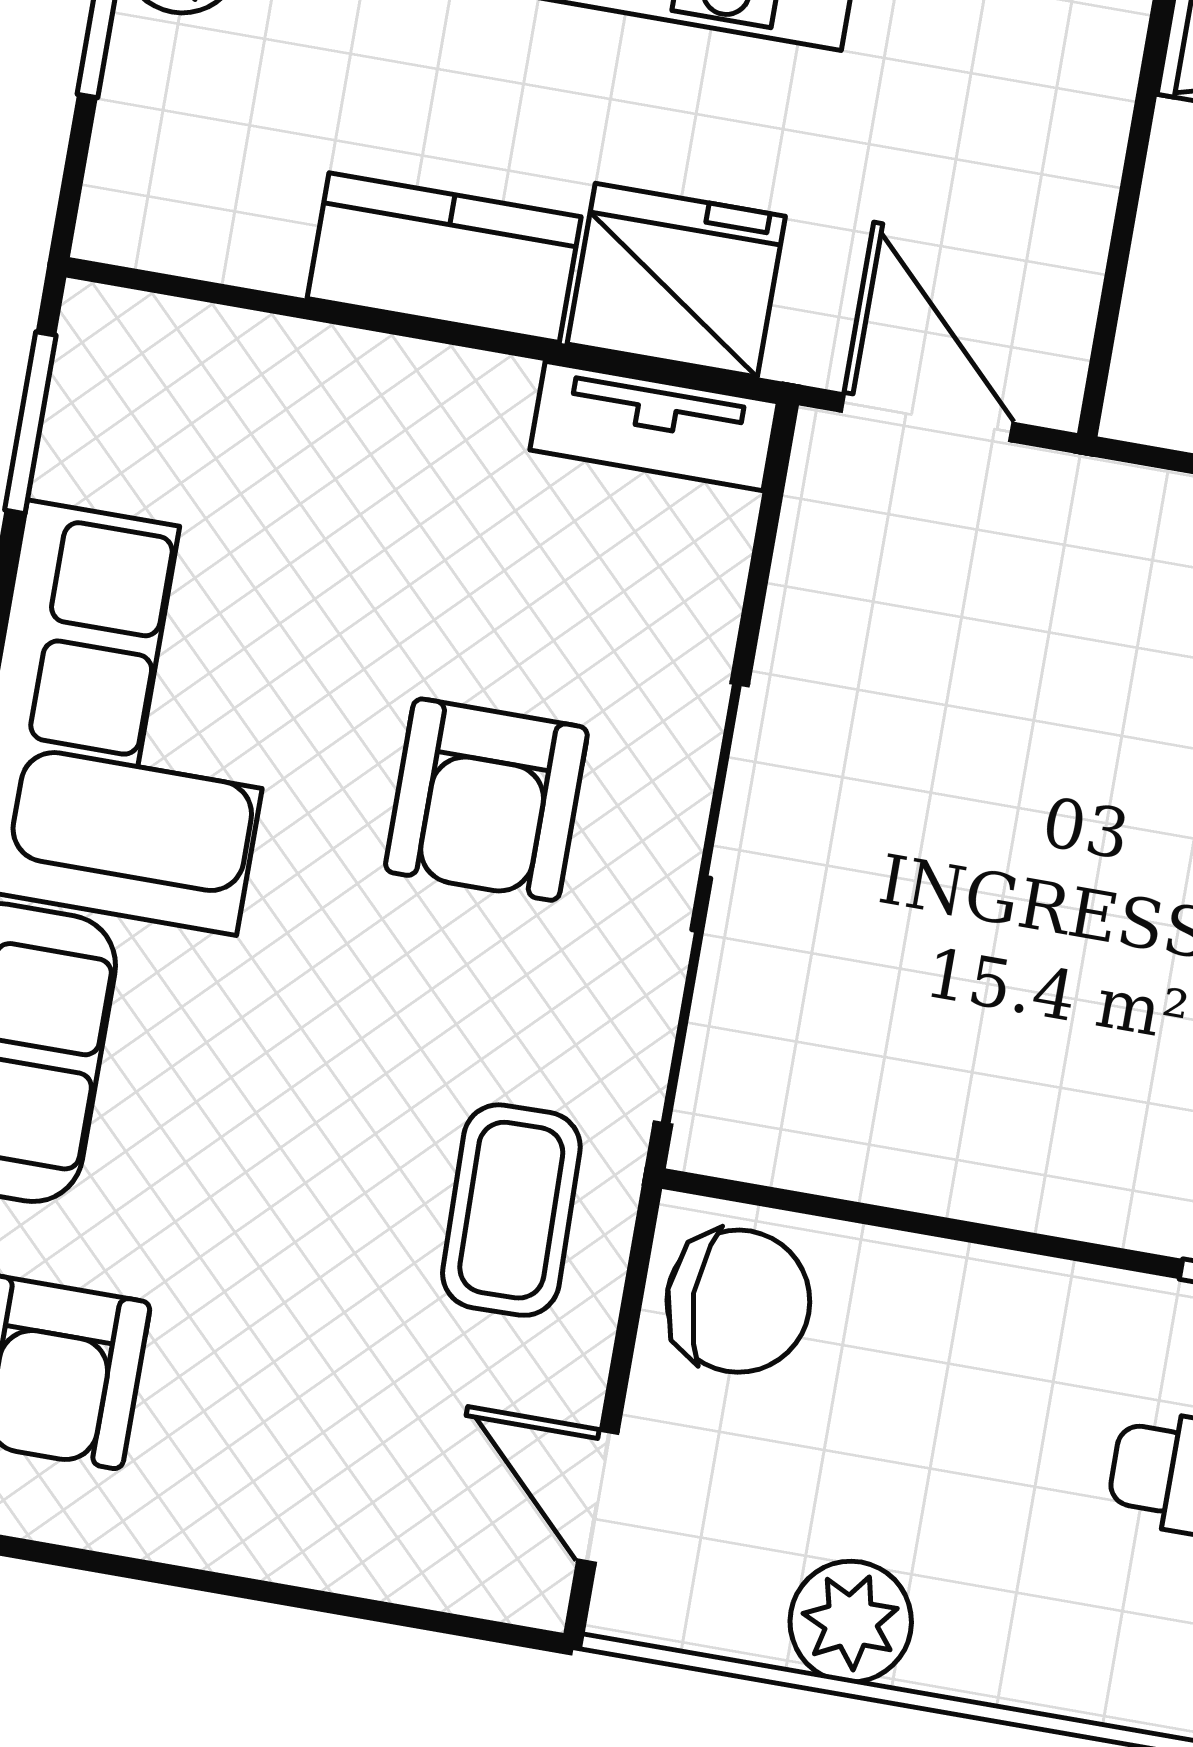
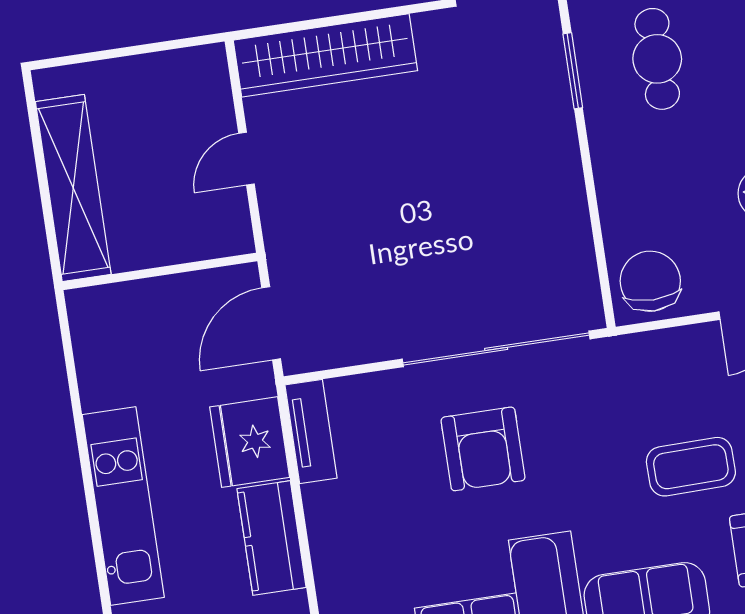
armchair: (486, 800) -> (483, 449), turned 90
coffee table: (511, 1210) -> (691, 467), moved

